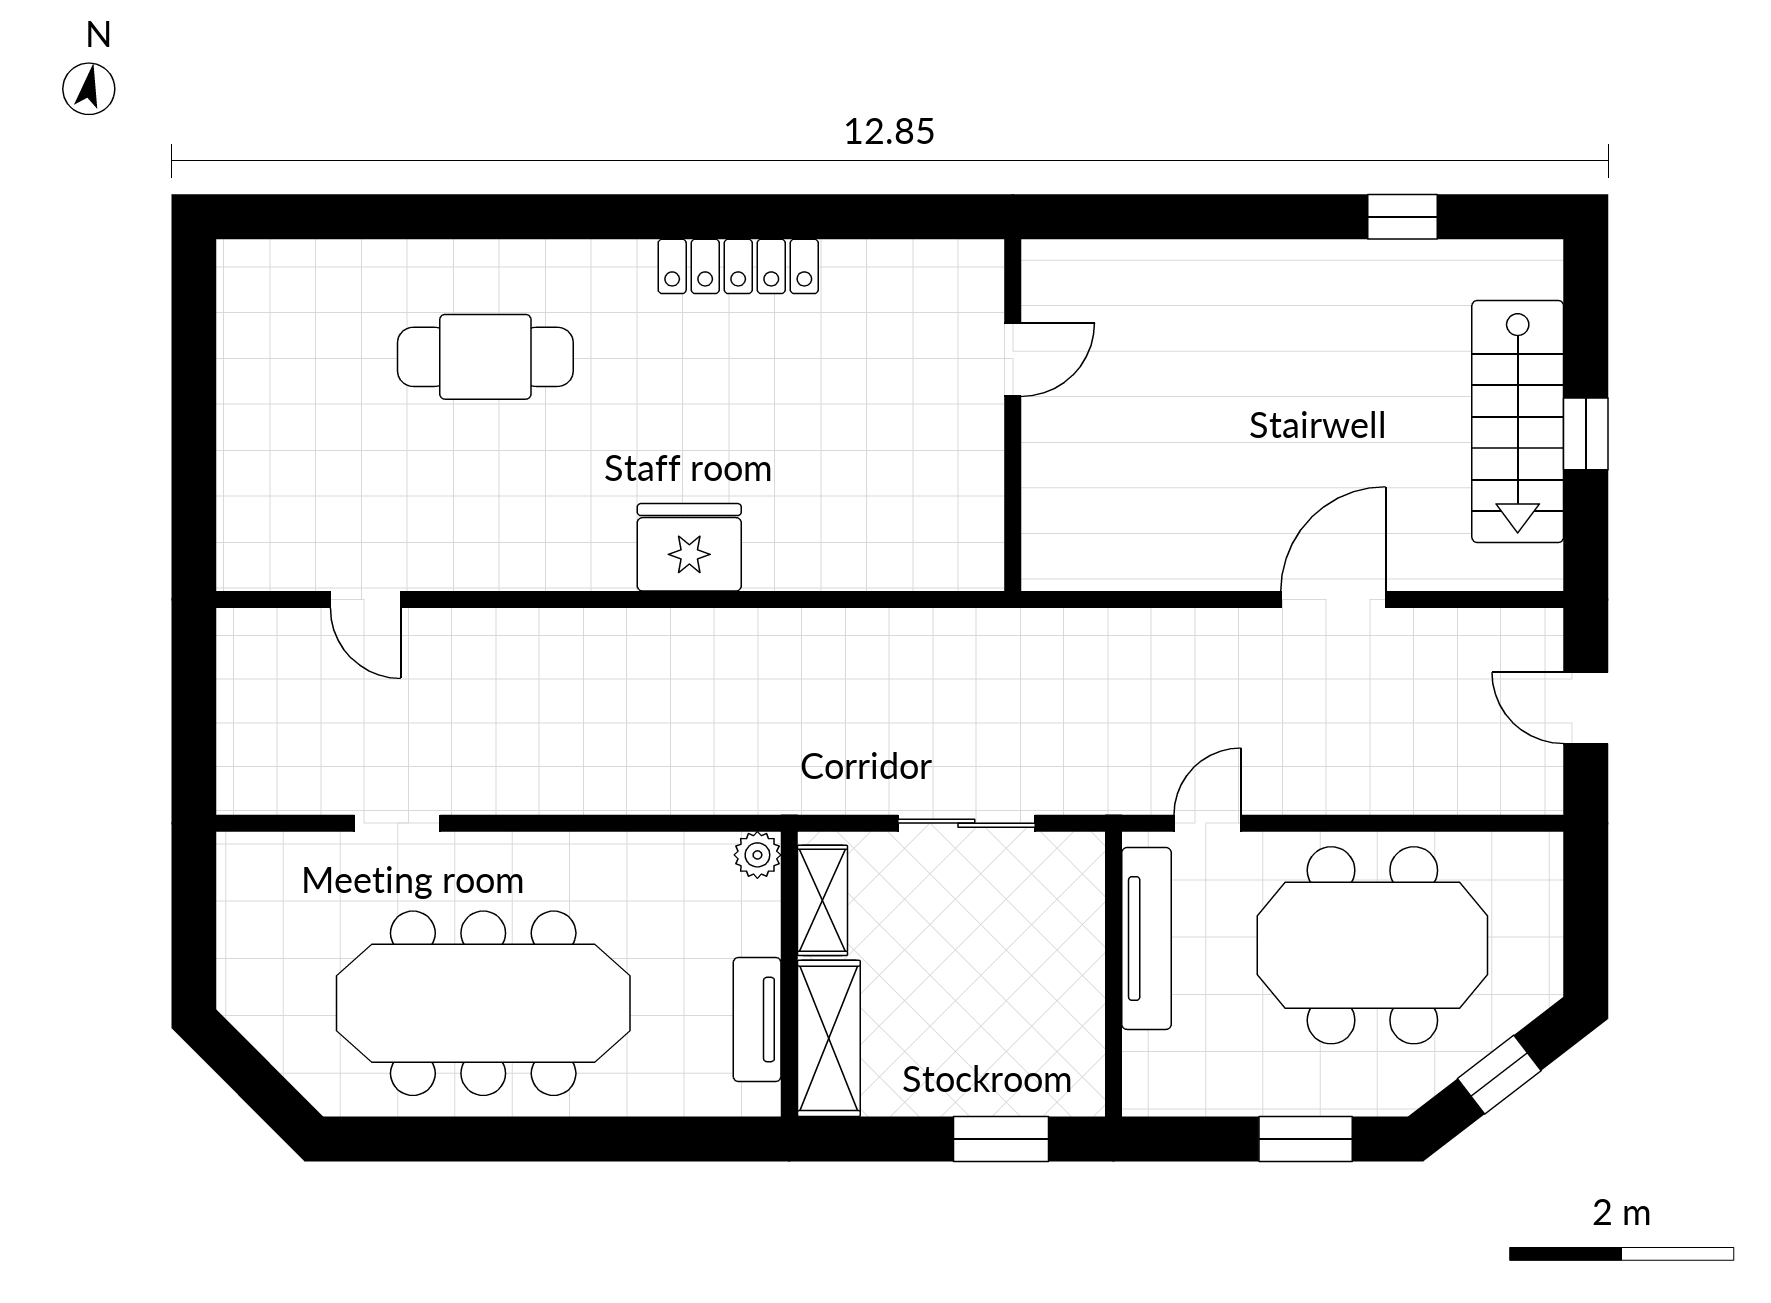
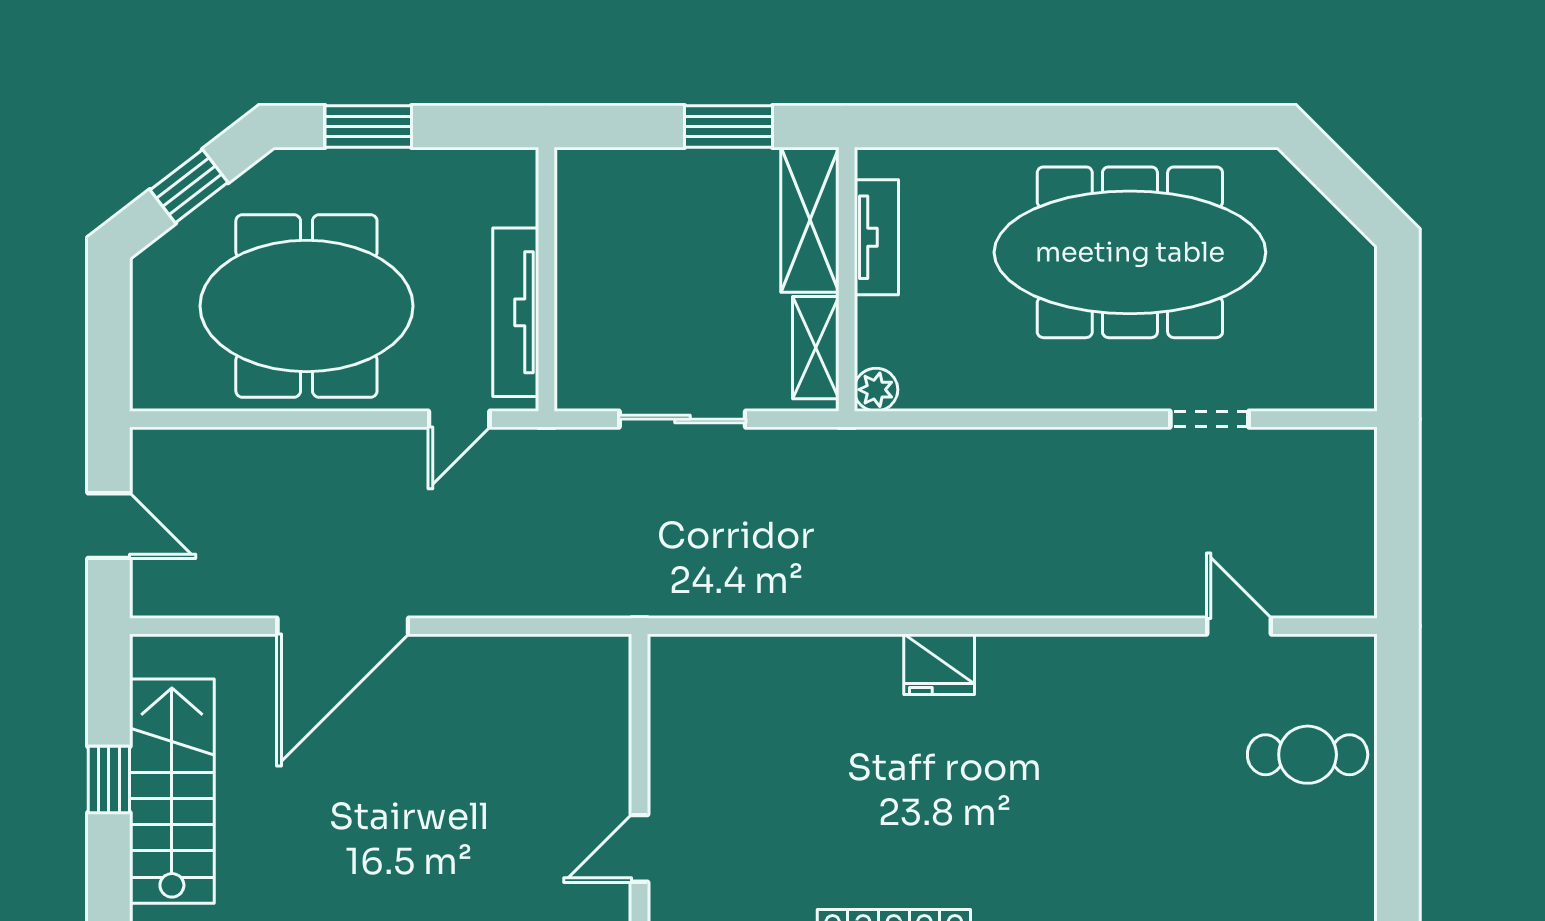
cafe table: (485, 357) -> (1308, 755), moved, width x0.73, depth x0.74
fridge: (689, 547) -> (939, 664), width x0.73, depth x0.75
door: (1333, 600) -> (343, 626), width x1.36
window: (1001, 1139) -> (728, 127), moved

